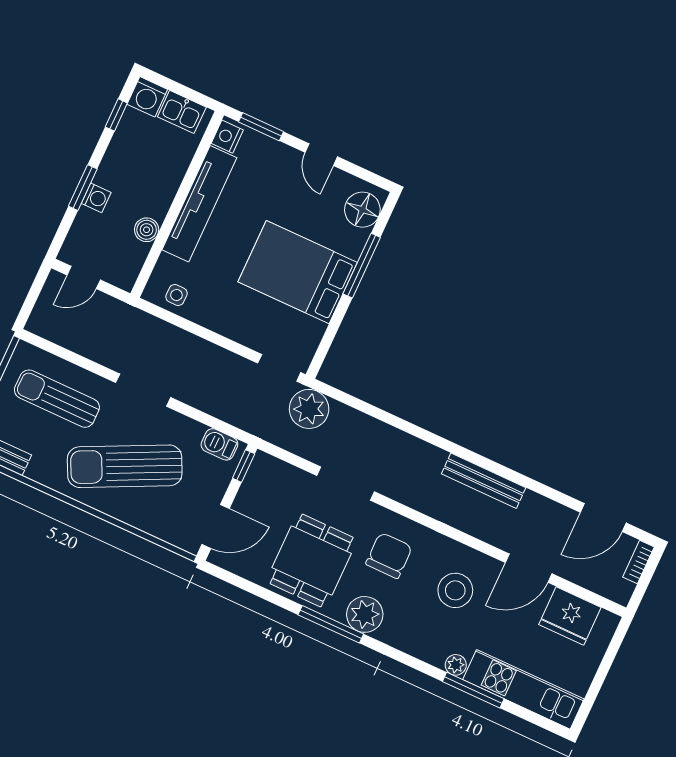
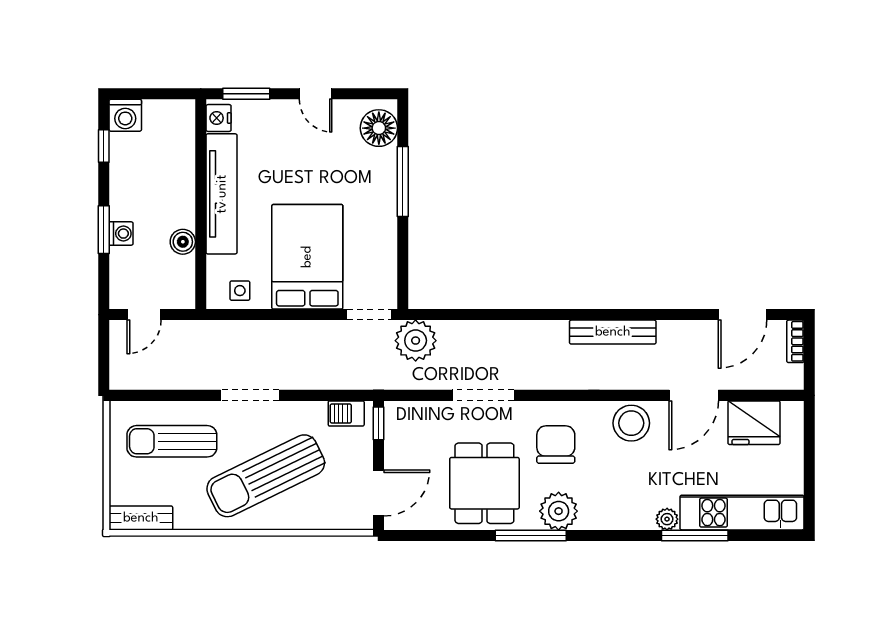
kitchen sink: (182, 112) -> (165, 114), removed
bed: (298, 272) -> (307, 257), moved, turned 90
stool: (455, 590) -> (631, 423), moved

